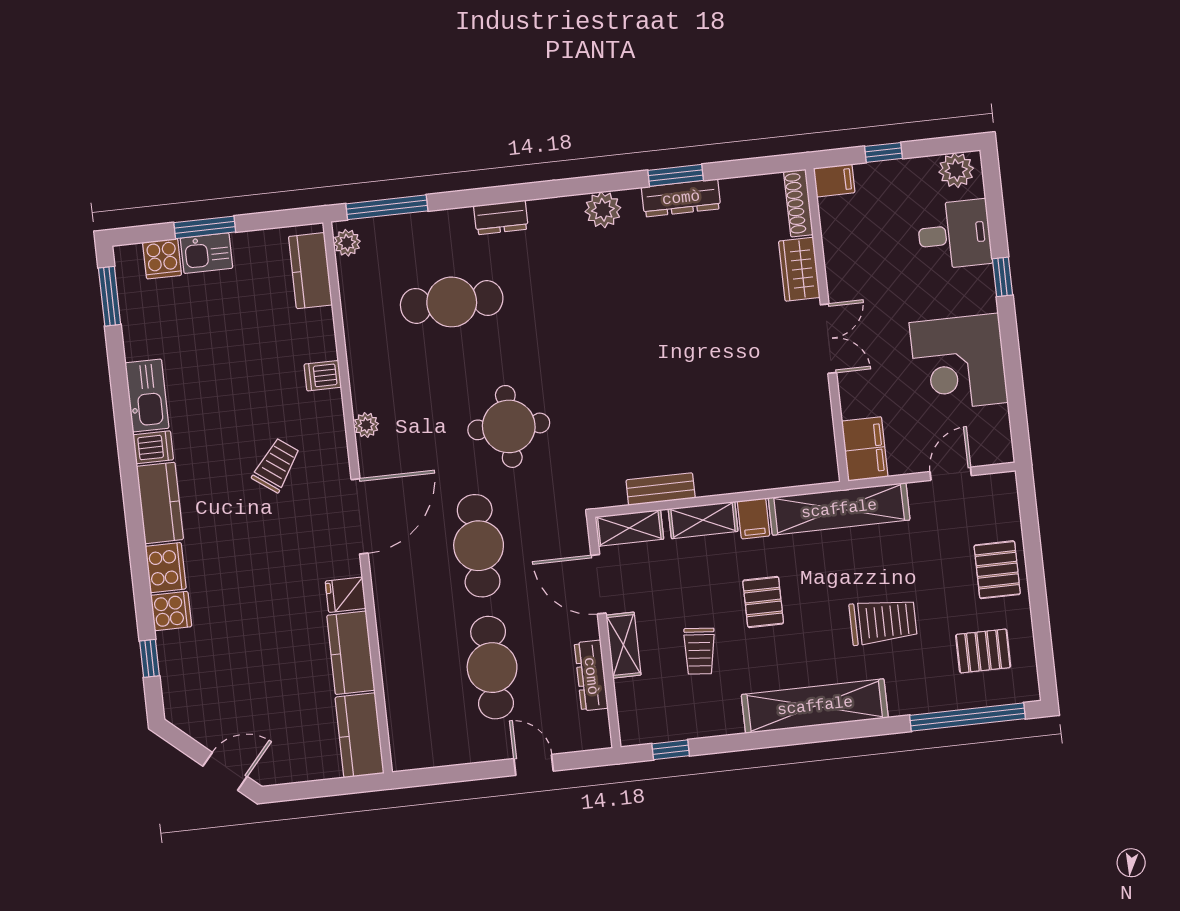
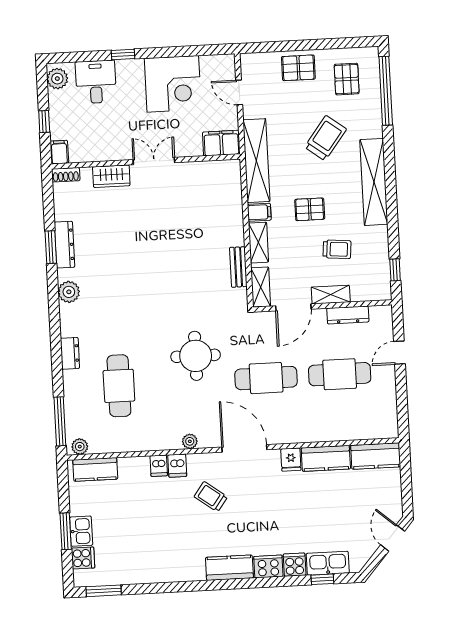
shoe rack: (798, 203) -> (66, 175), width x0.70
kitchen sink: (147, 395) -> (328, 563), moved
dishwasher: (153, 447) -> (177, 466), moved, turned 180
trolley: (883, 622) -> (326, 138), turned 37

